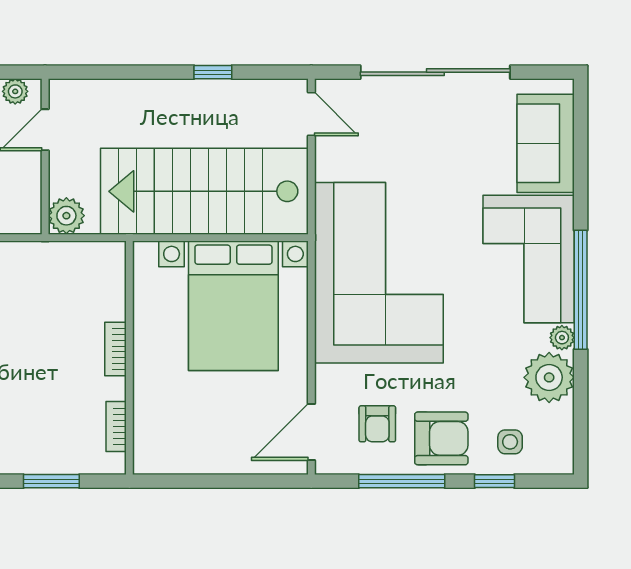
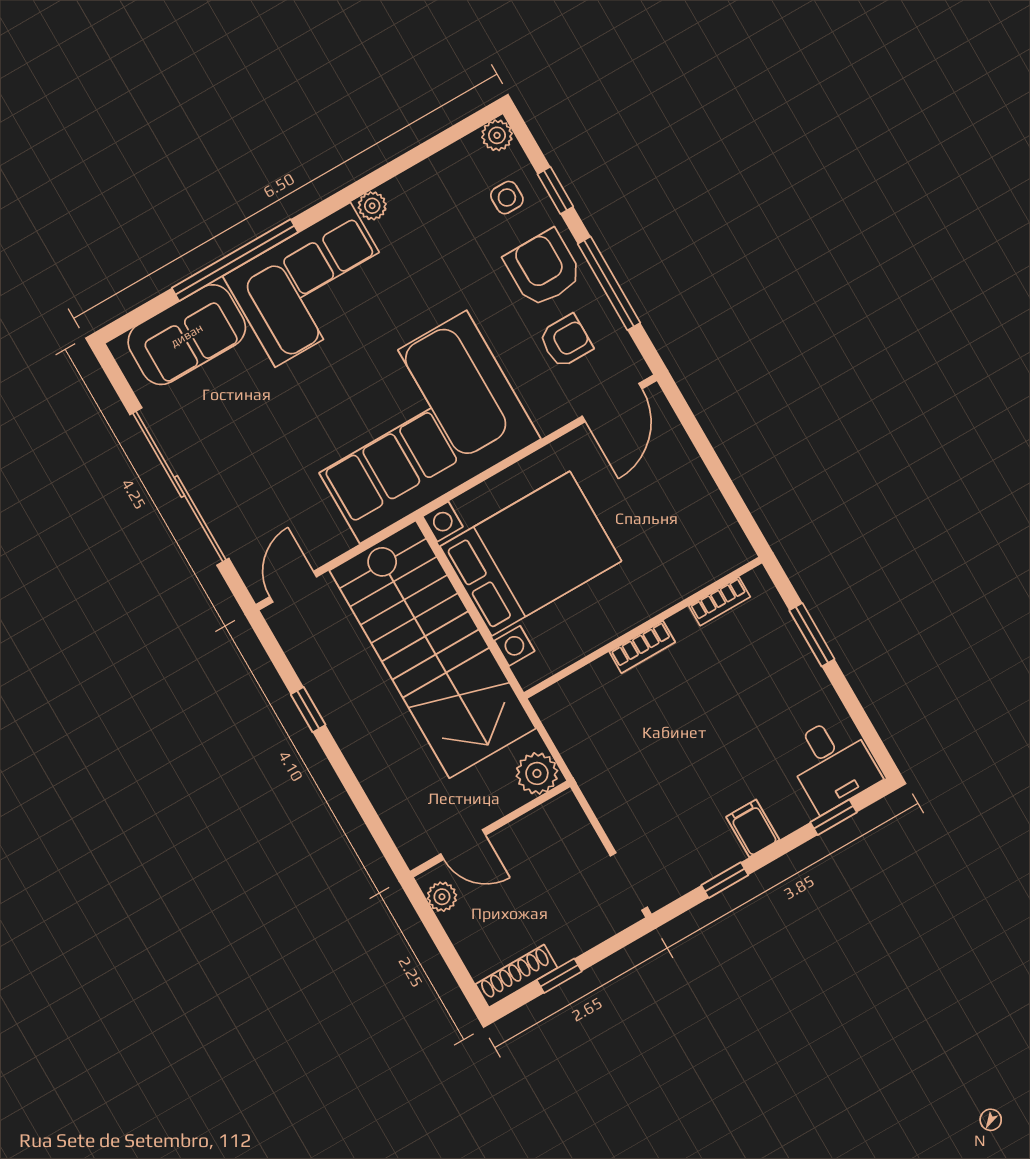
window: (581, 290) -> (235, 260), moved
plant: (549, 377) -> (497, 135), moved, width x0.53, depth x0.53
door: (311, 432) -> (612, 403), hinge flipped

